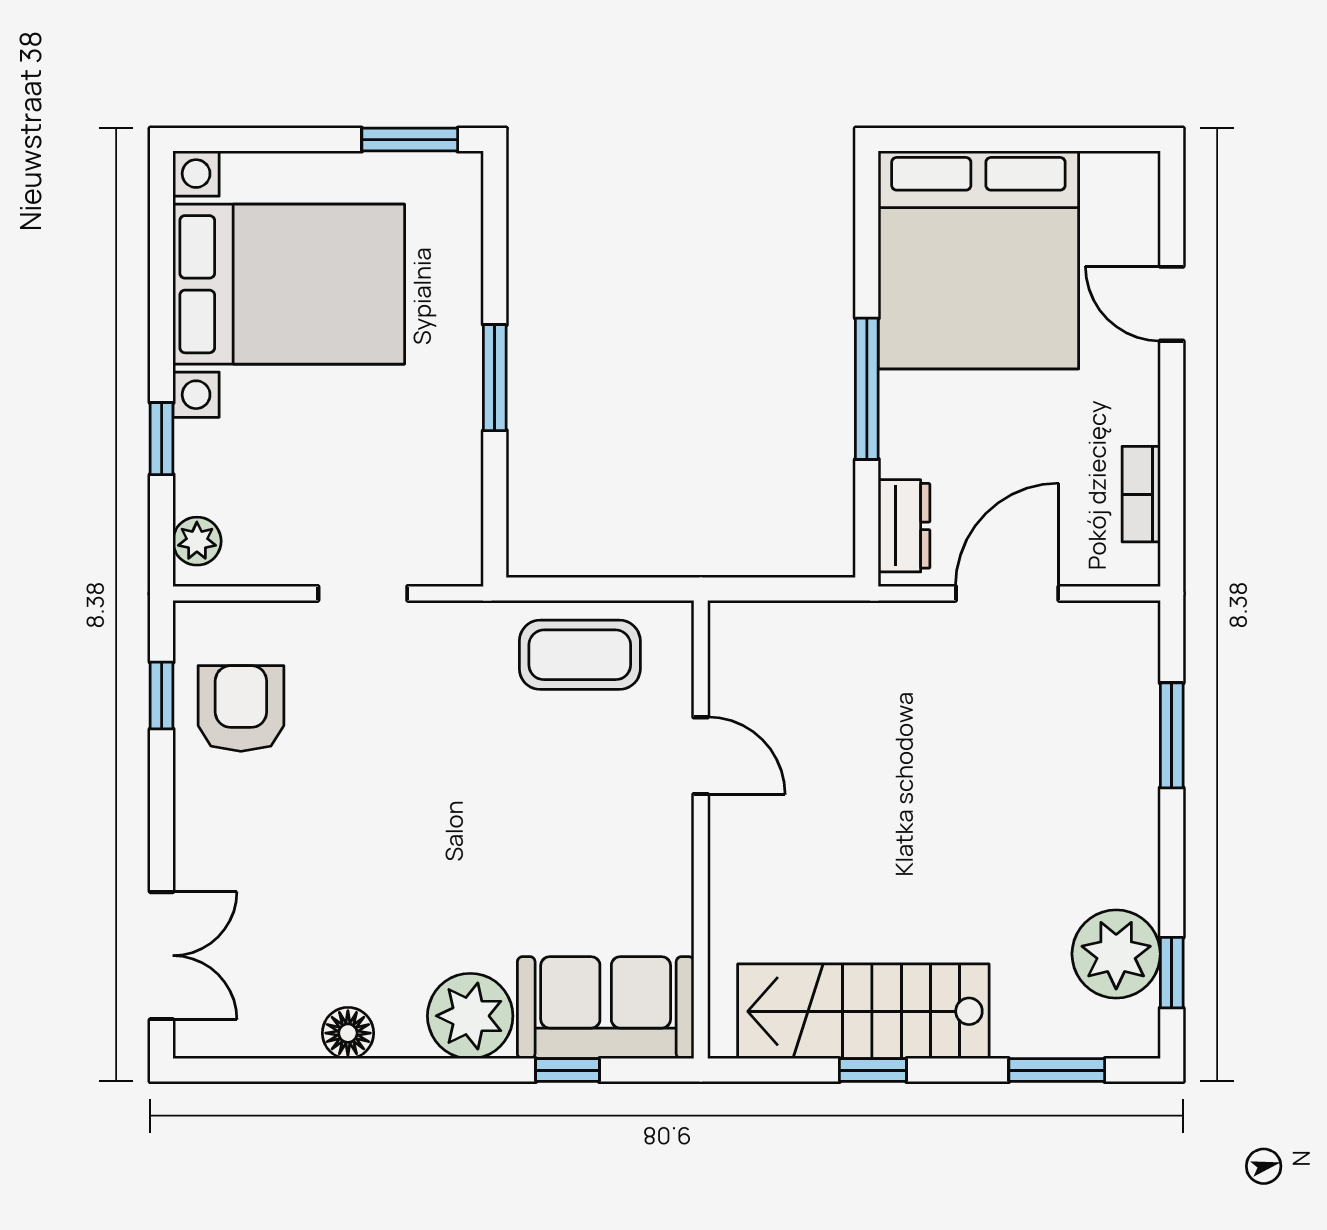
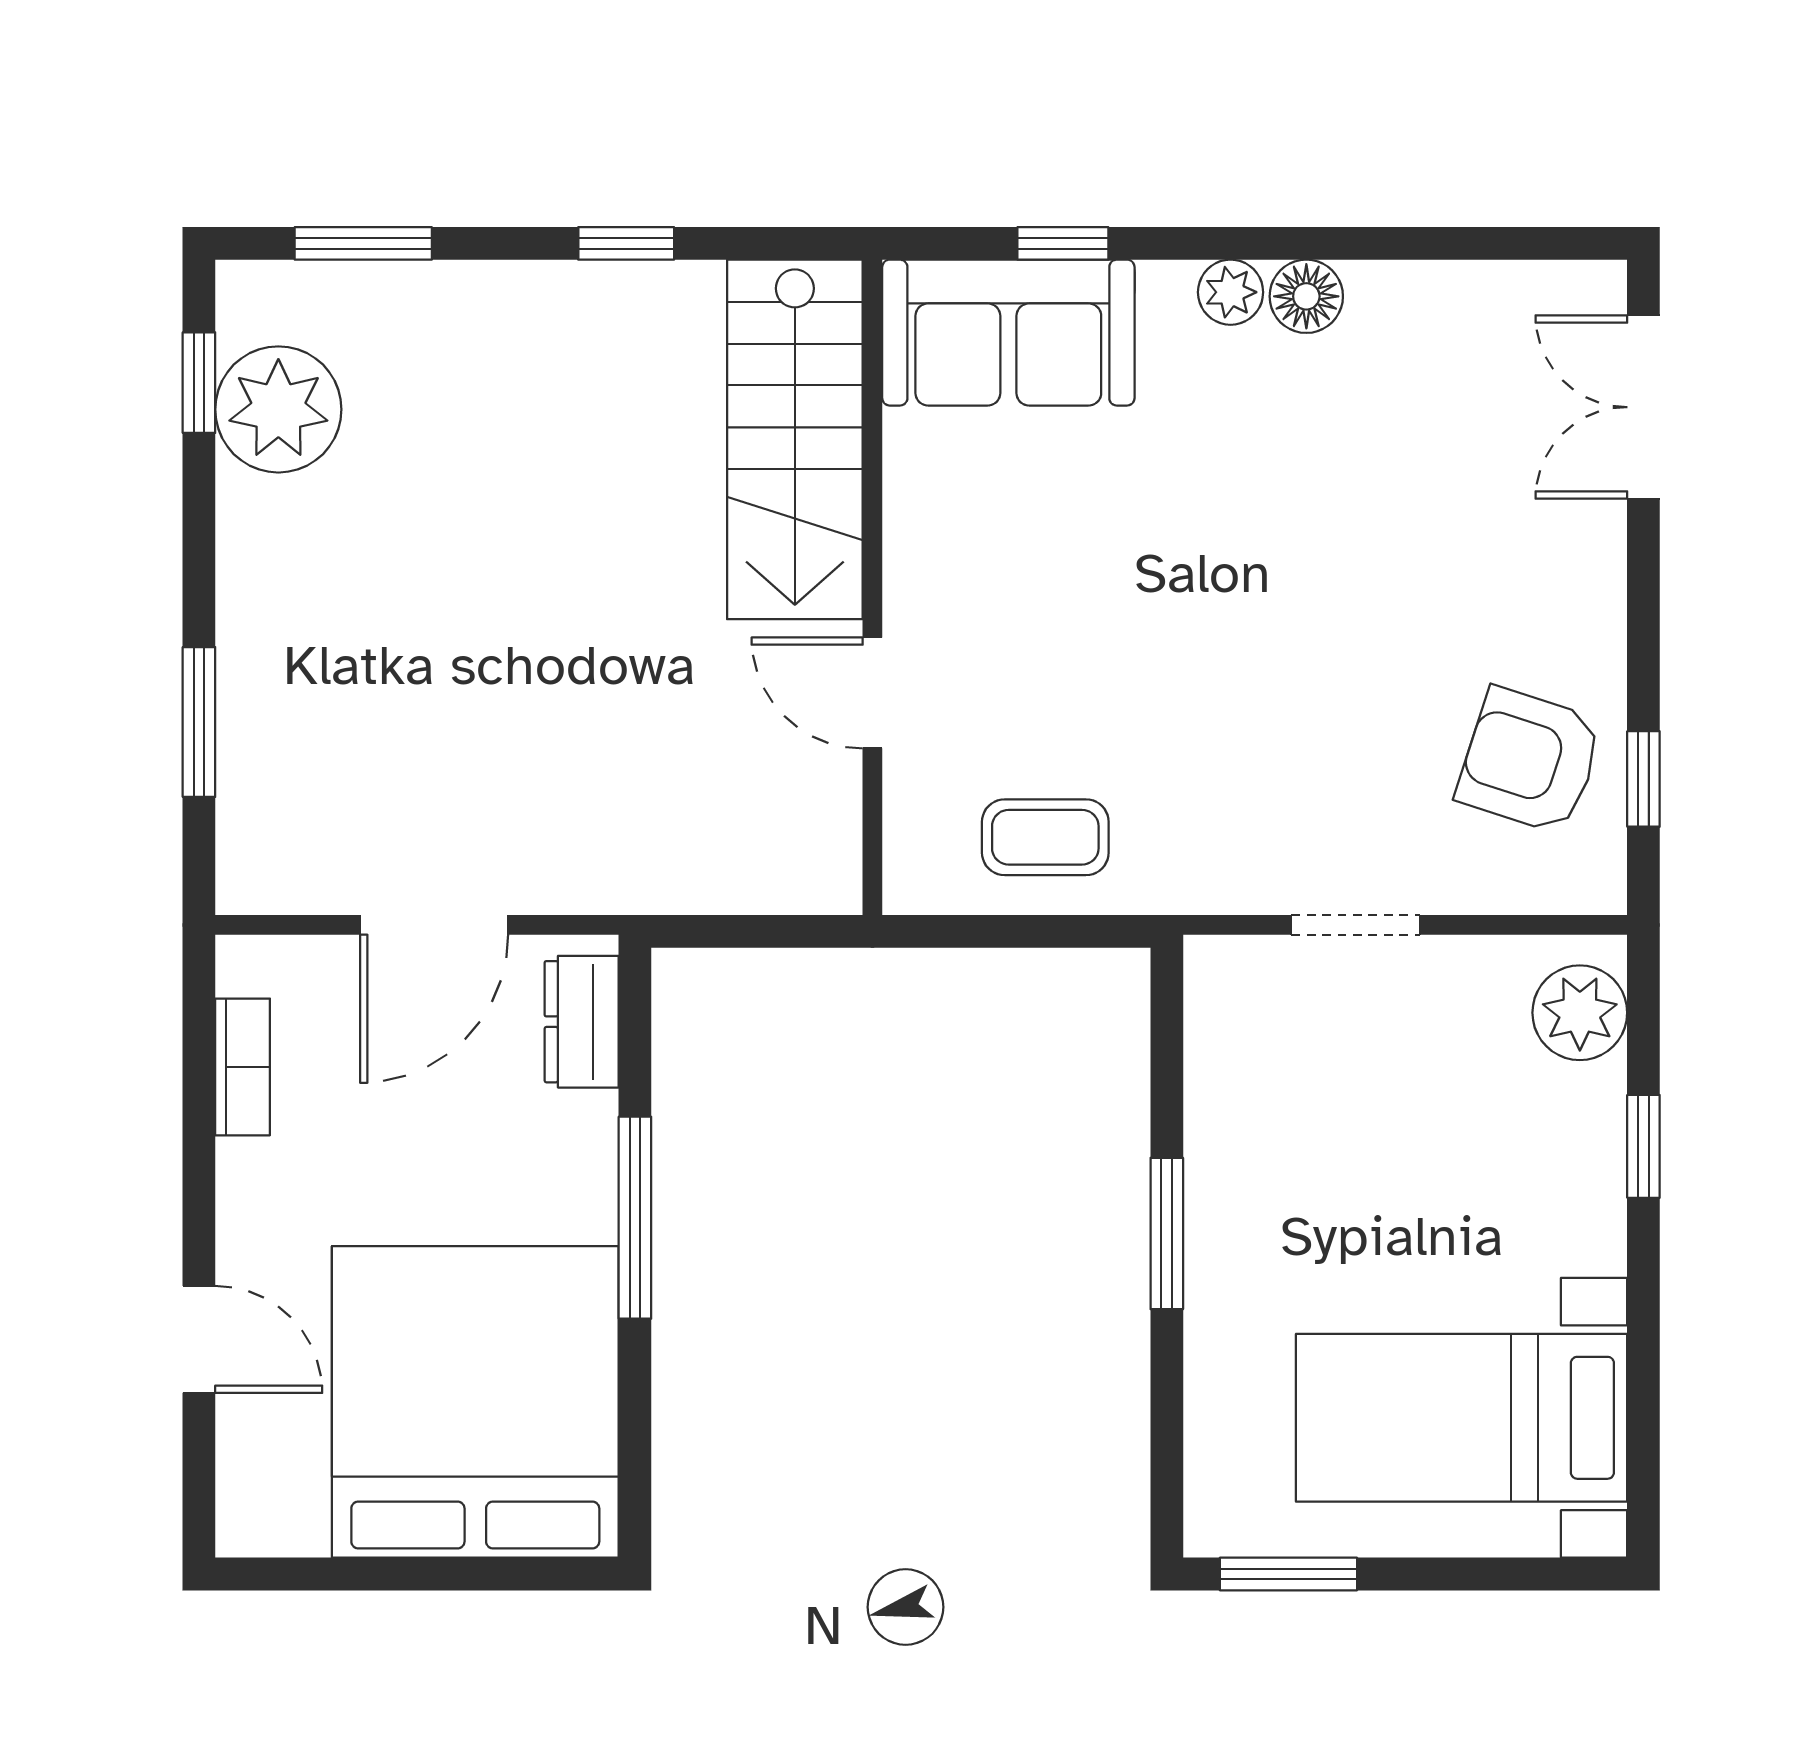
bed with nightstands: (289, 284) -> (1462, 1418), width x0.73
plant: (197, 541) -> (1580, 1013), width x1.38, depth x1.38
coffee table: (580, 655) -> (1045, 837), width x0.73, depth x0.77
armchair: (241, 708) -> (1530, 760), turned 108
stairs: (863, 1011) -> (795, 439), moved, turned 90
plant: (470, 1016) -> (1231, 292), width x0.53, depth x0.53
floor lamp: (348, 1033) -> (1306, 296), moved

